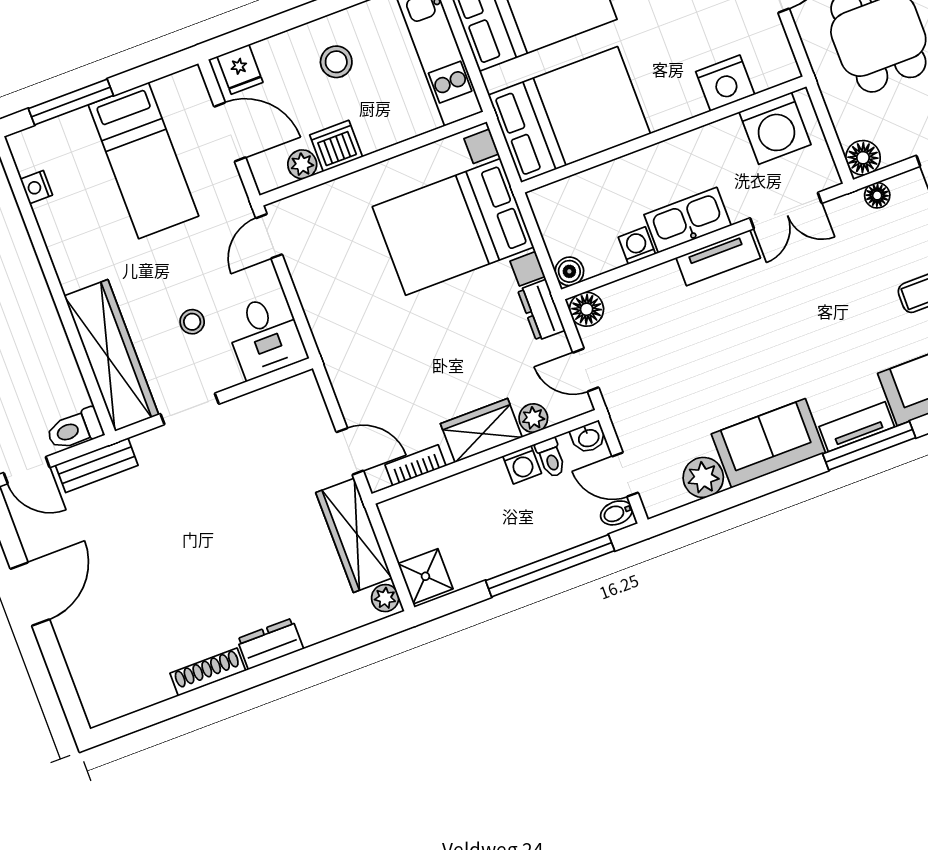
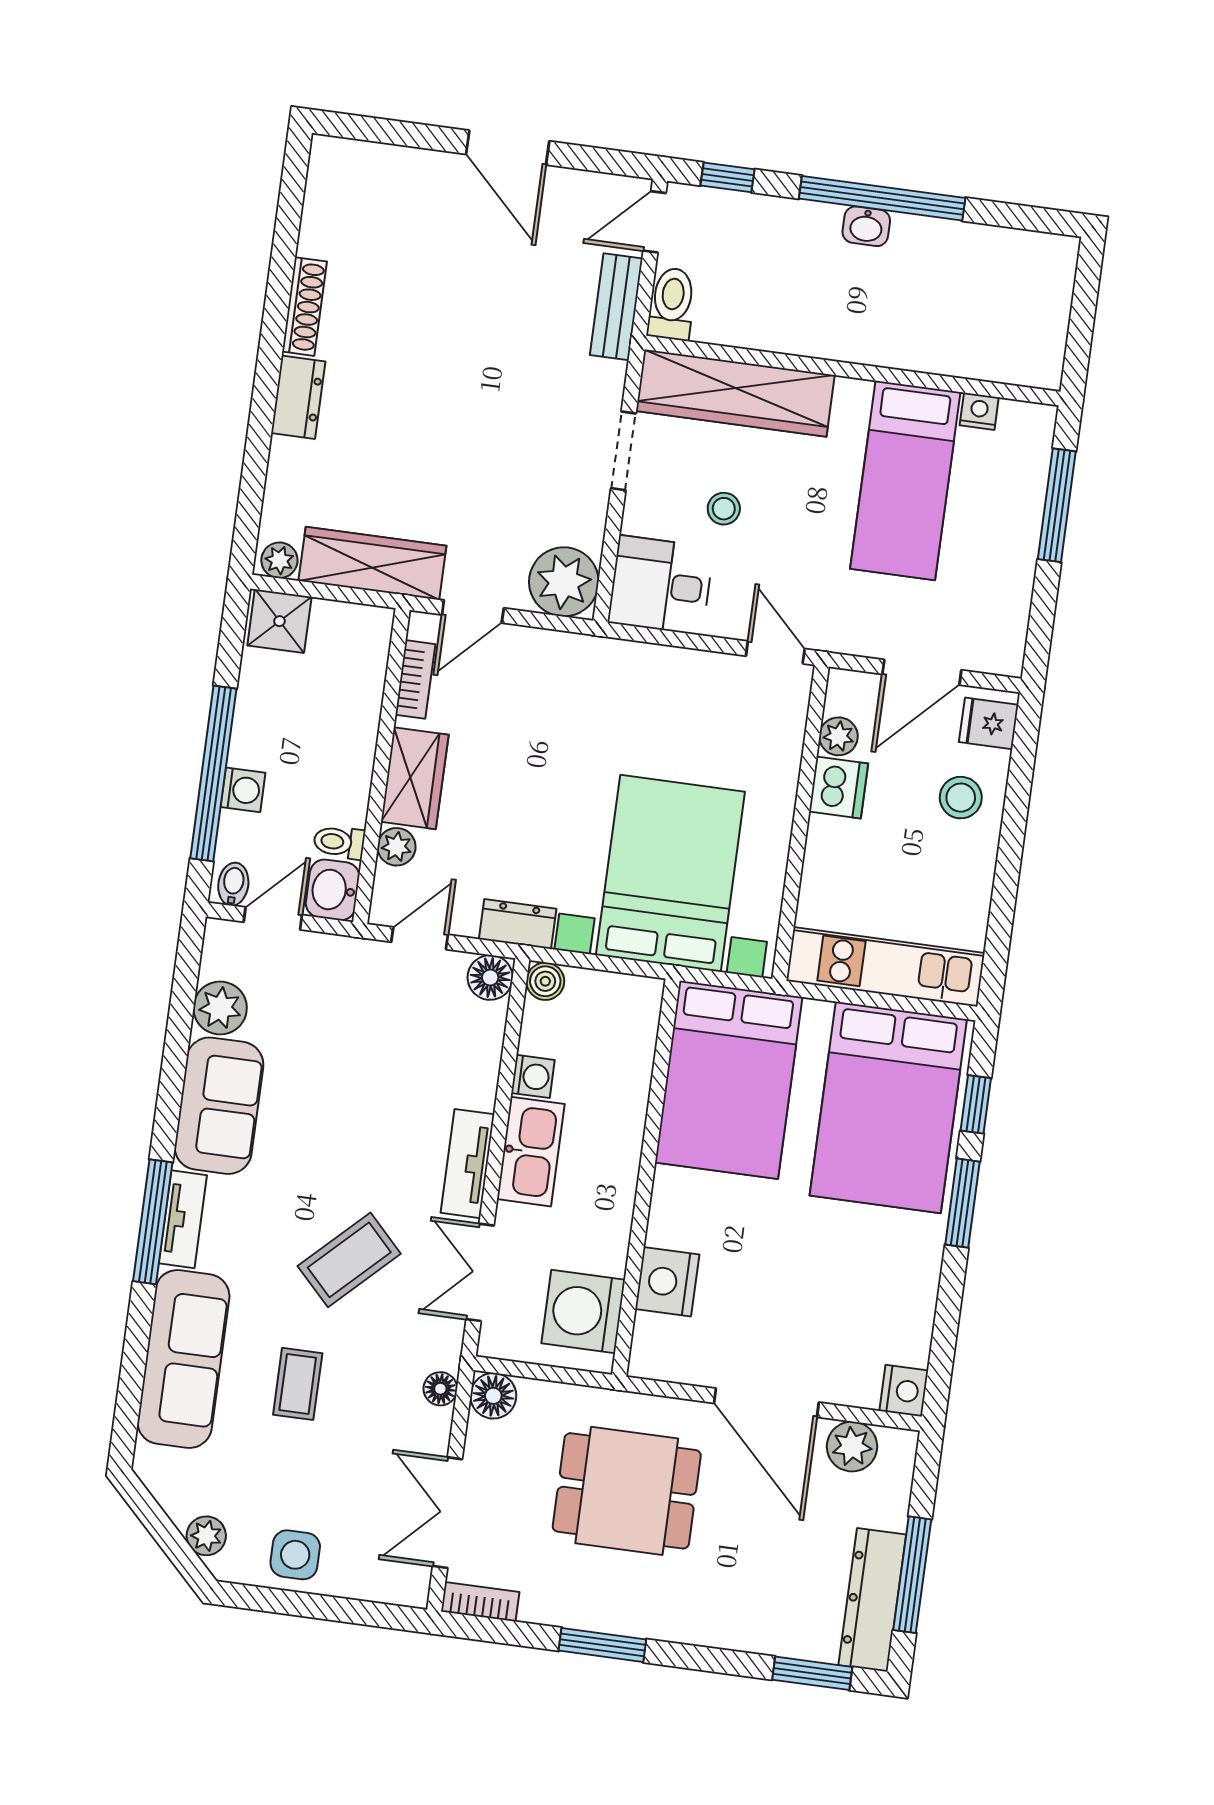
stool: (336, 62) -> (961, 798), moved
bed: (143, 160) -> (905, 481), moved, turned -90
coffee table: (824, 302) -> (349, 1260), added
plant: (298, 402) -> (564, 582), added
washbasin: (588, 437) -> (333, 890), width x1.38, depth x1.45
washing machine: (522, 465) -> (243, 790), moved, turned 180

